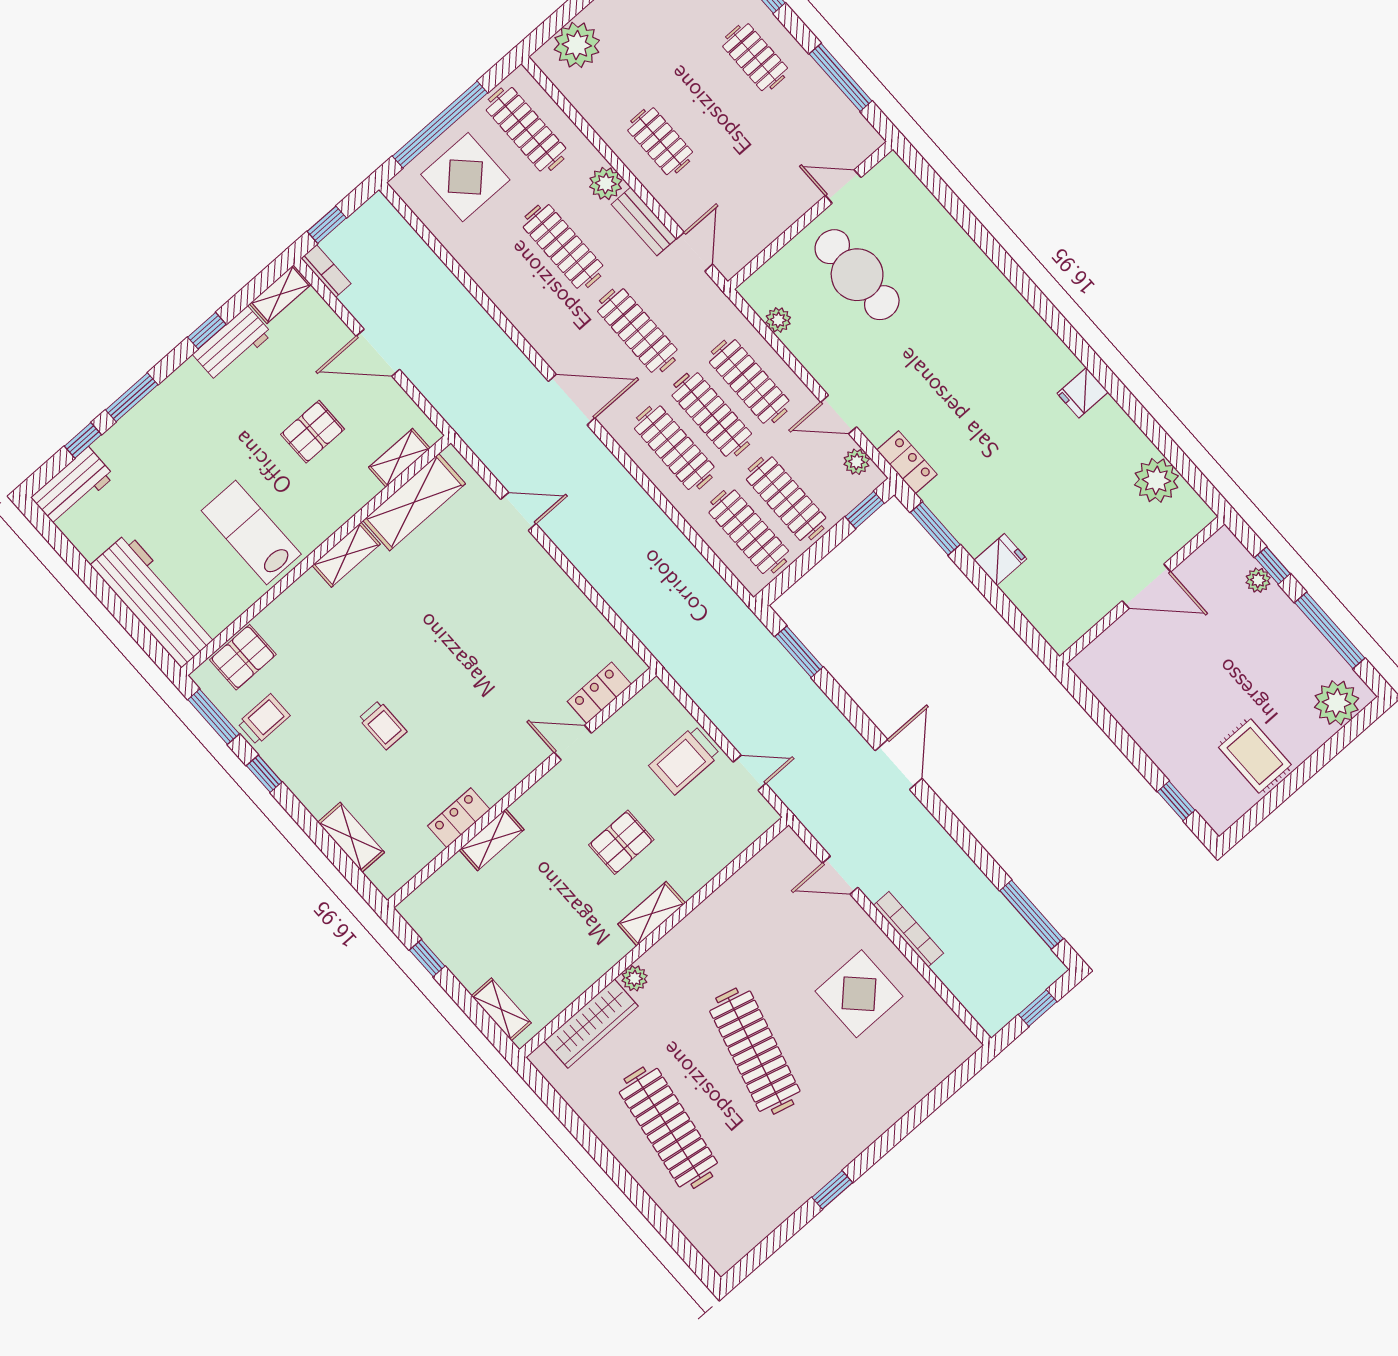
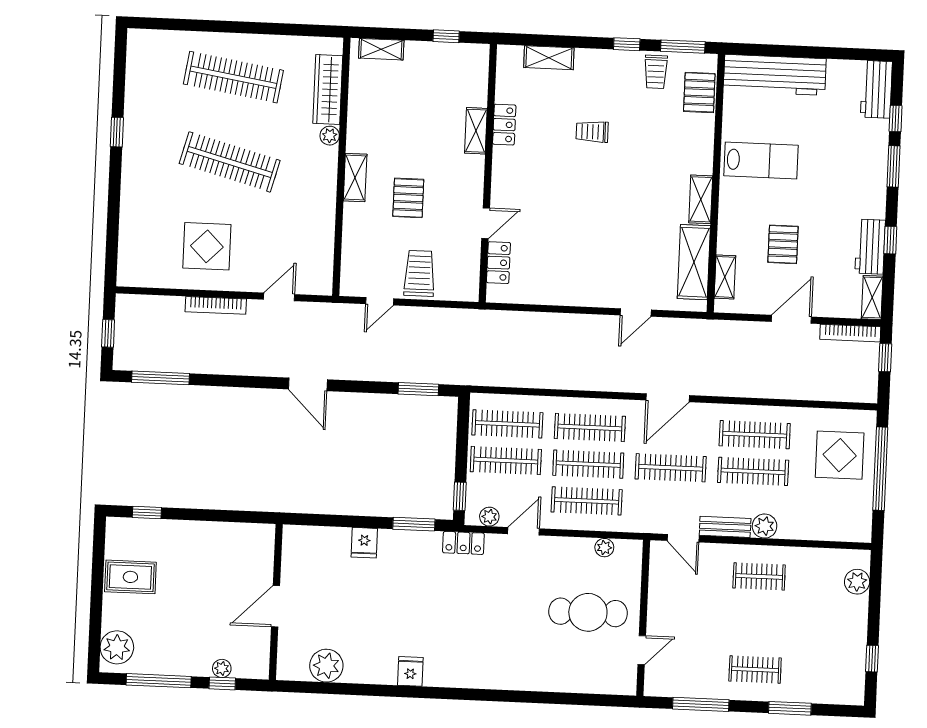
plant: (577, 45) -> (857, 582), width x0.73, depth x0.73
clothes rail: (526, 129) -> (755, 435), moved
bookcase: (326, 271) -> (850, 333), width x1.56

